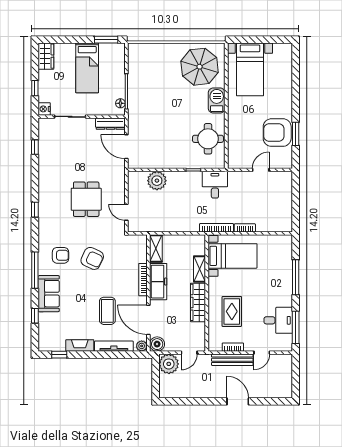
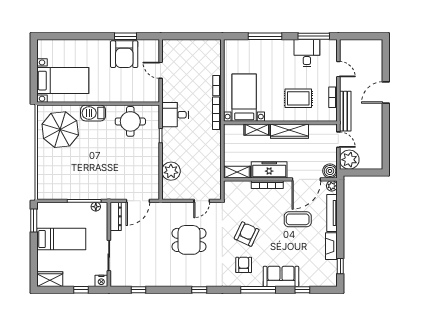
bench: (232, 360) -> (345, 111), moved

